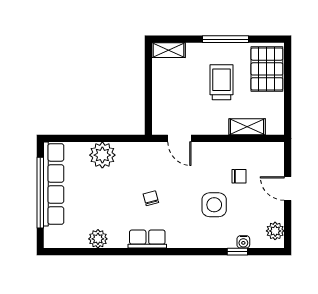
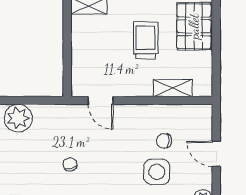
chair: (239, 176) -> (164, 141), turned 180
side table: (214, 205) -> (157, 172), moved

